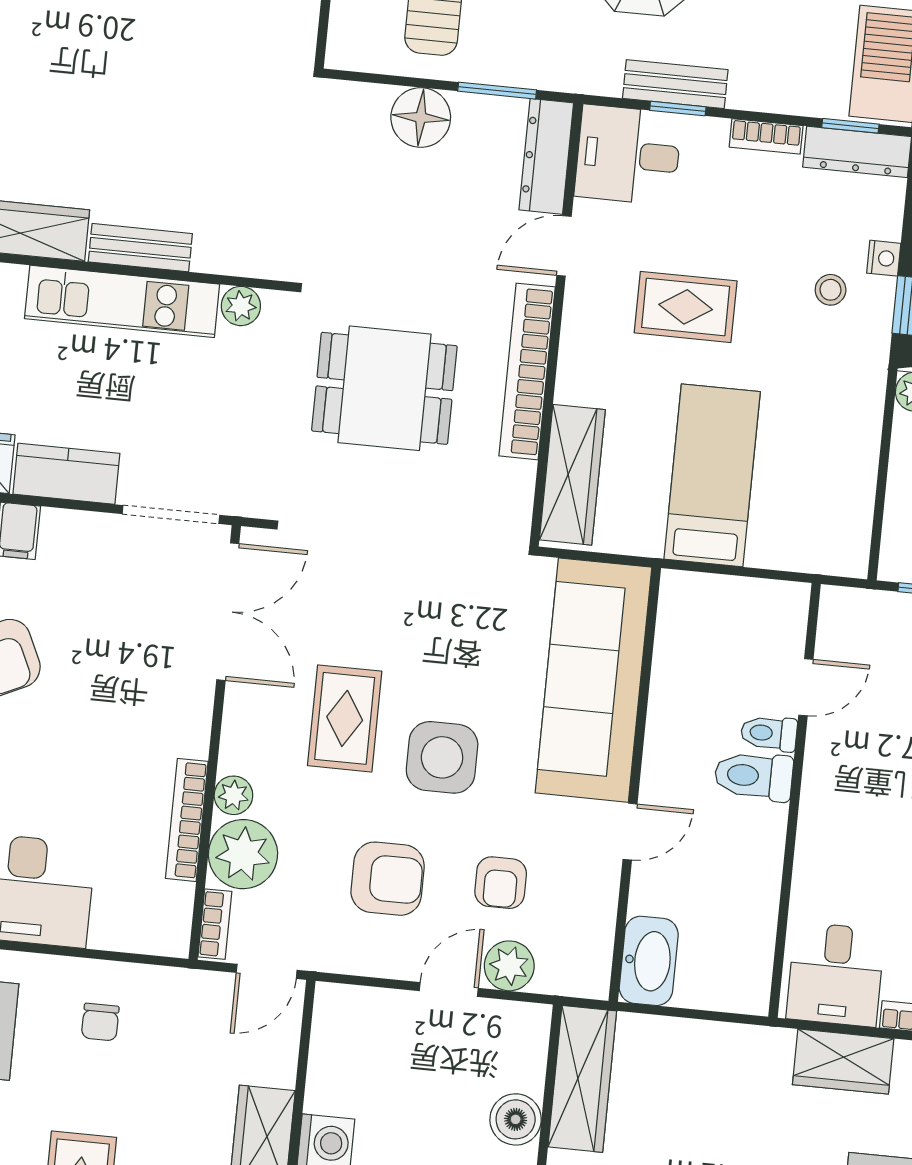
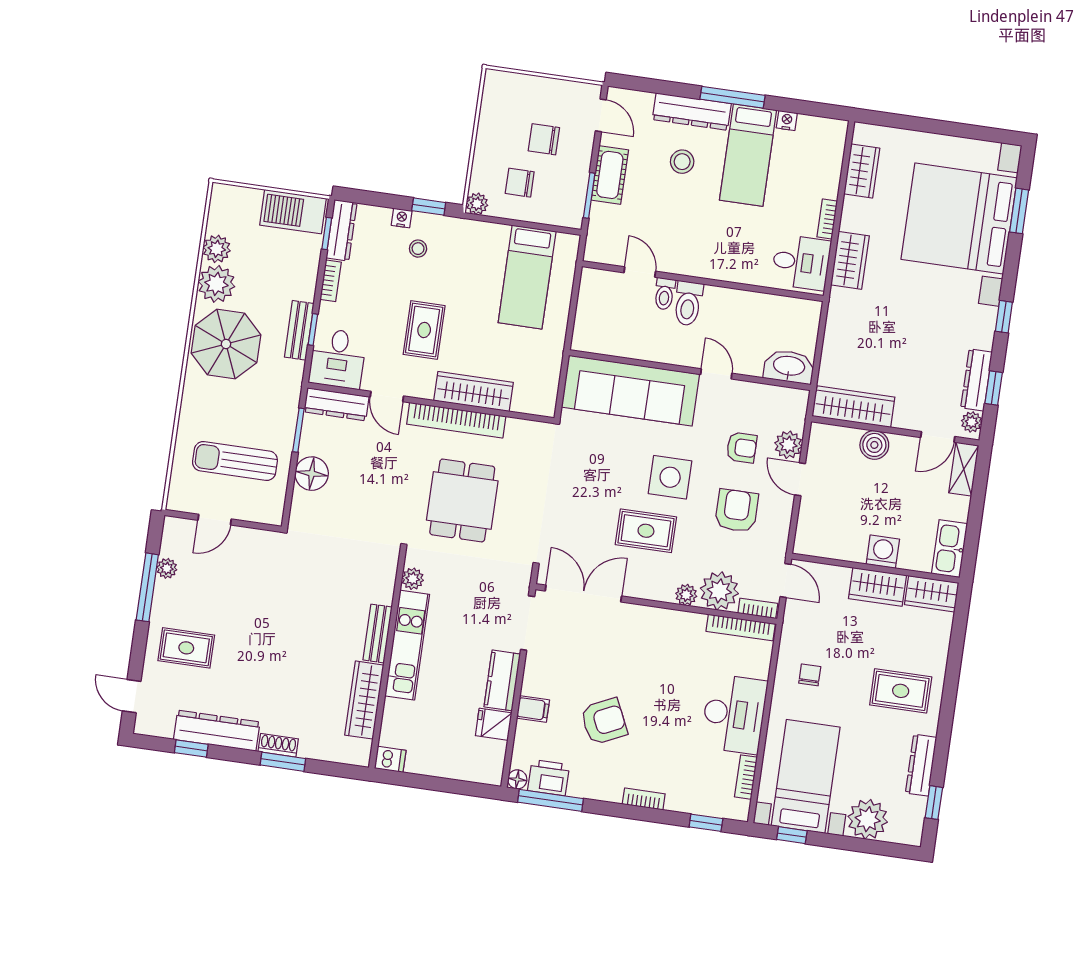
wardrobe: (572, 475) -> (473, 391), moved
bed: (712, 475) -> (527, 277), moved, turned -90
bookcase: (187, 820) -> (741, 628), moved
chair: (100, 1022) -> (810, 675), turned -90

